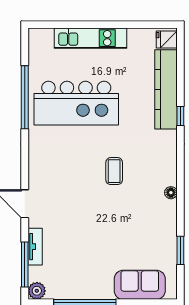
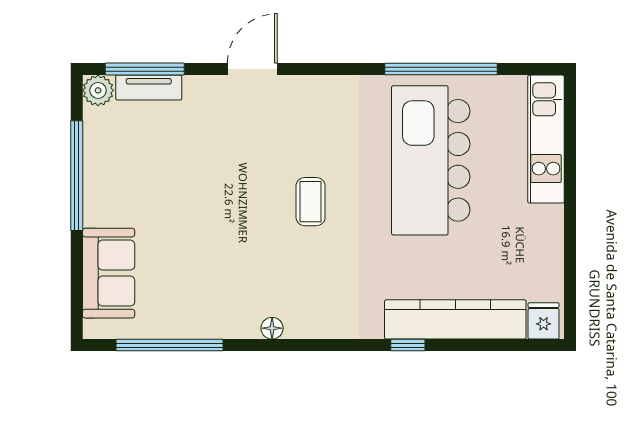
kitchen unit: (91, 38) -> (546, 139), moved
coffee table: (114, 171) -> (311, 202), moved, turned 90
tv unit: (35, 247) -> (149, 88), moved
window: (180, 250) -> (170, 345), width x2.11

